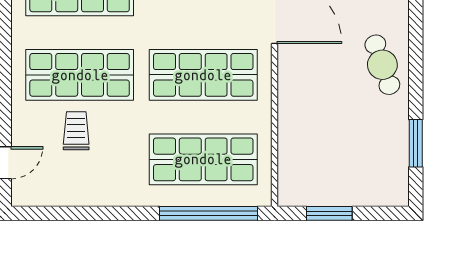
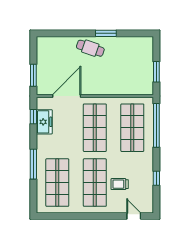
cafe table: (382, 65) -> (90, 48), turned 38
window: (416, 143) -> (106, 33), moved
window: (89, 213) -> (156, 178), added

